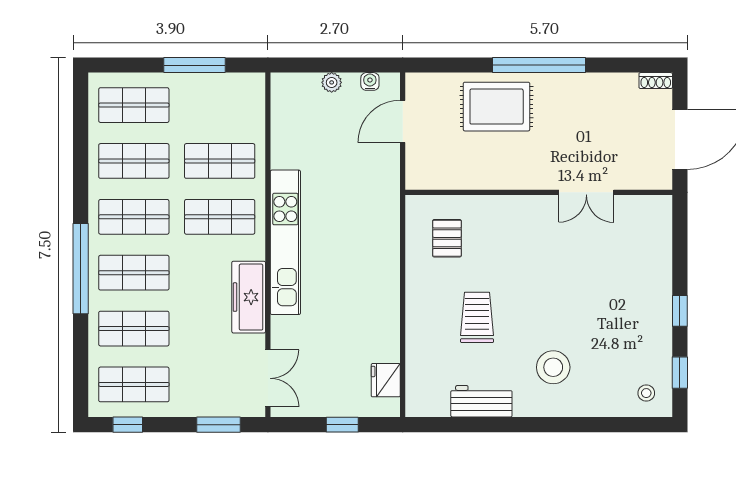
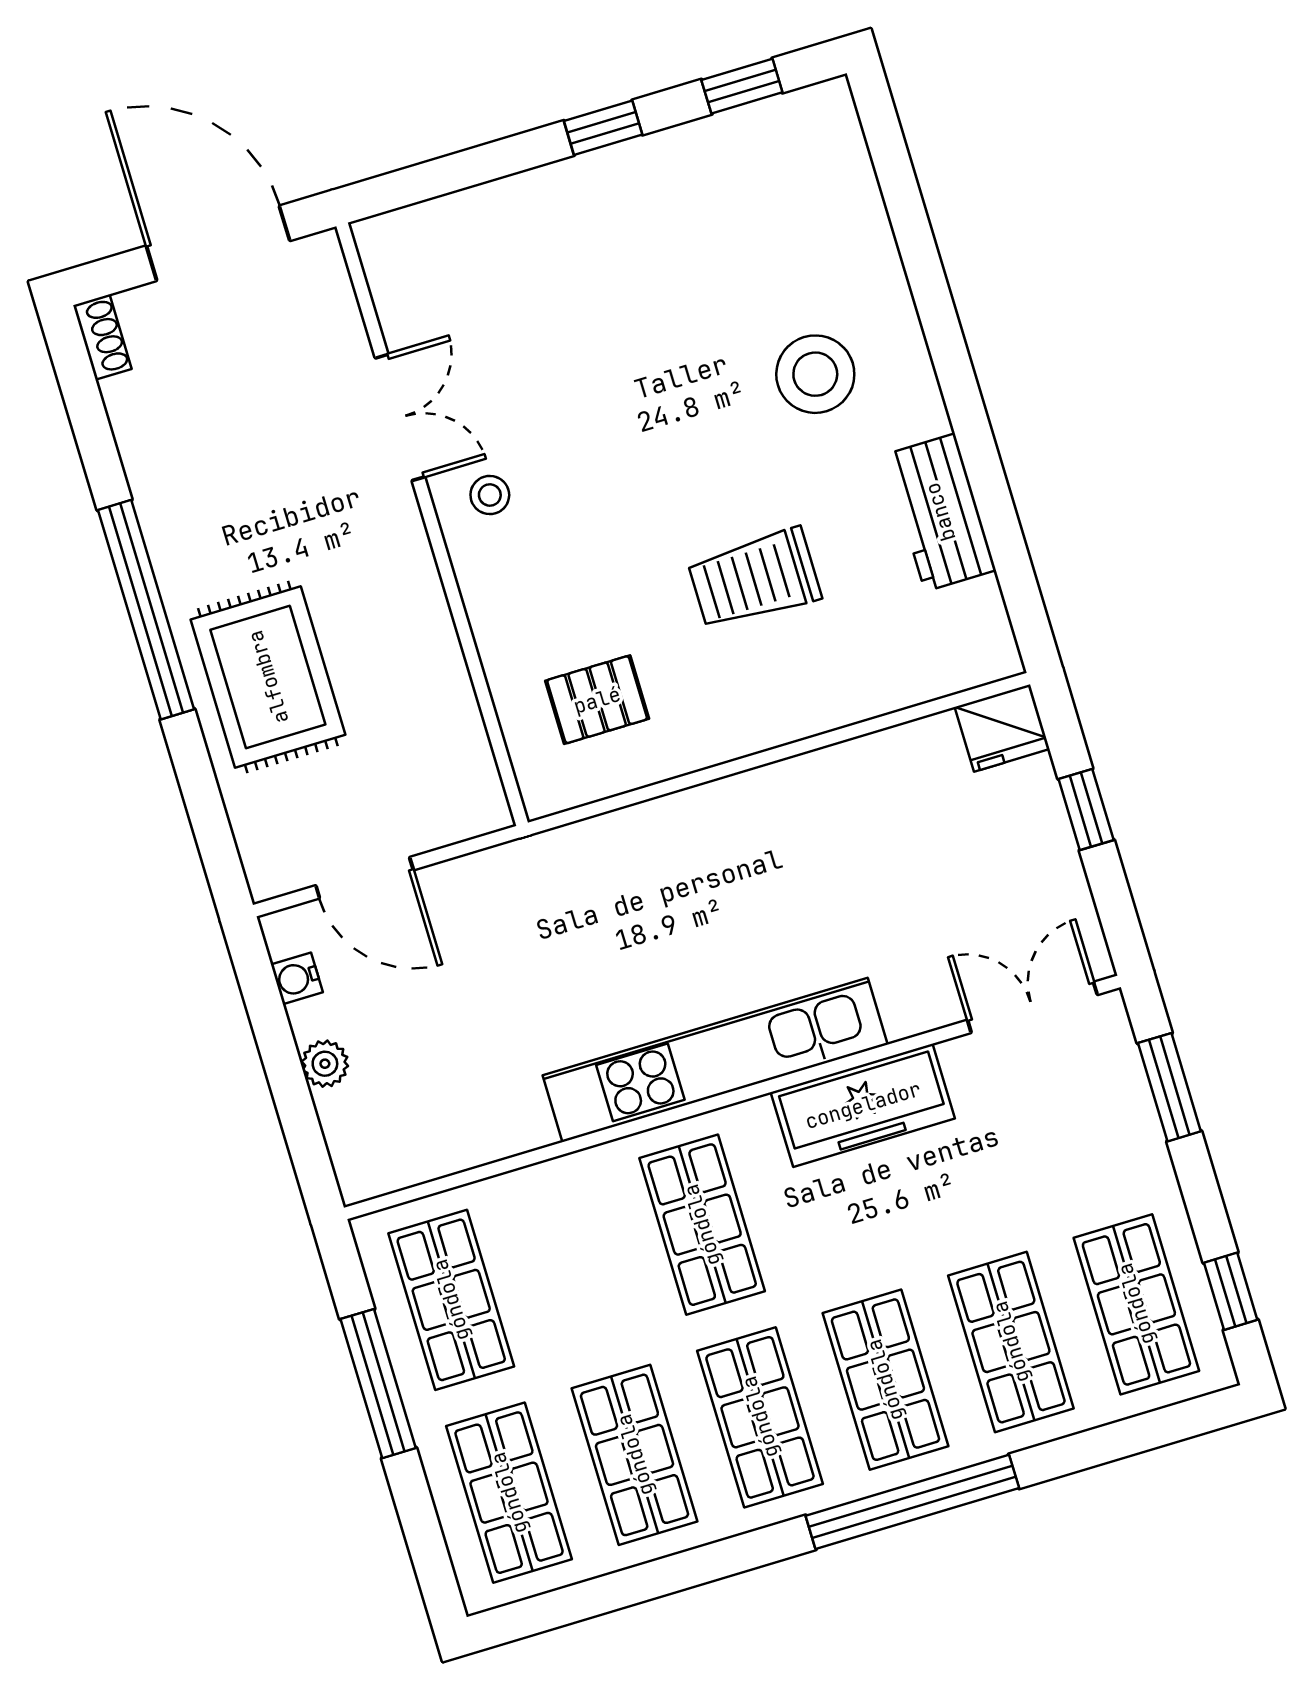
shop shelf: (220, 161) -> (451, 1300), moved
fridge: (386, 380) -> (1002, 728), moved
stool: (646, 393) -> (490, 495), moved

